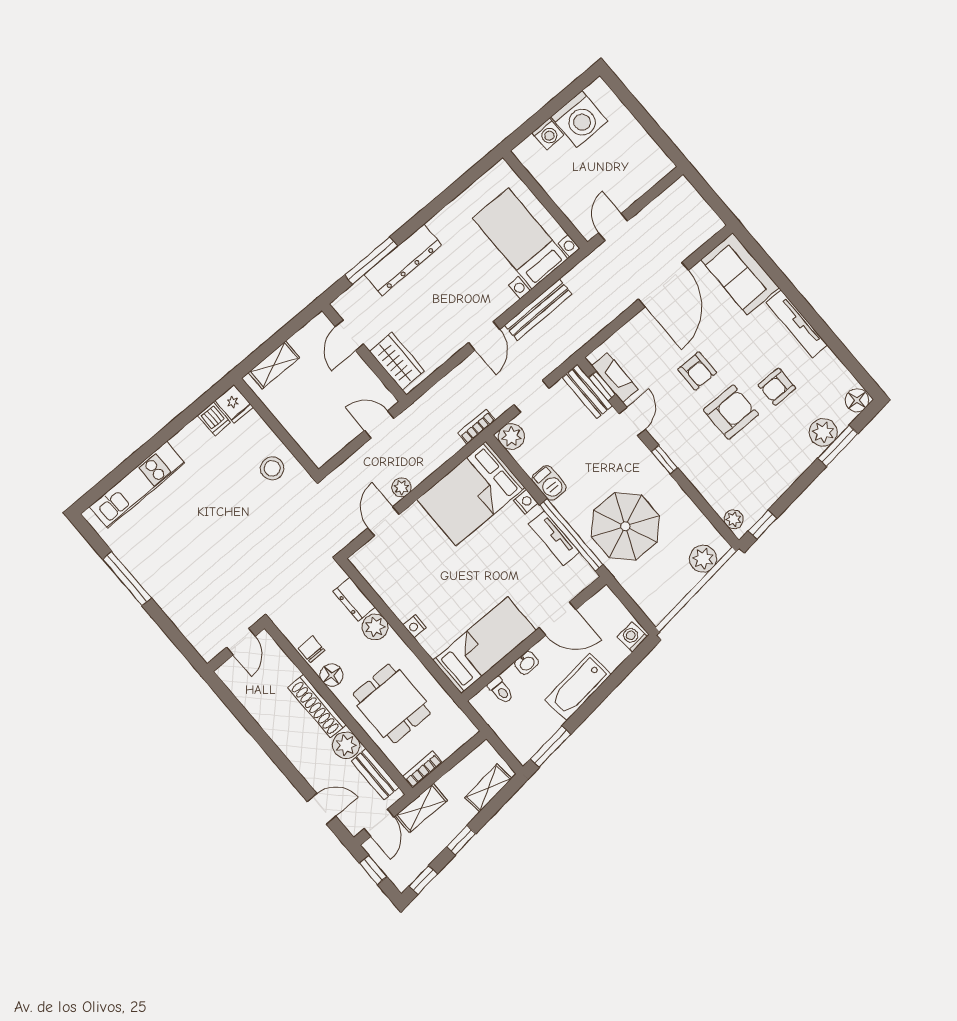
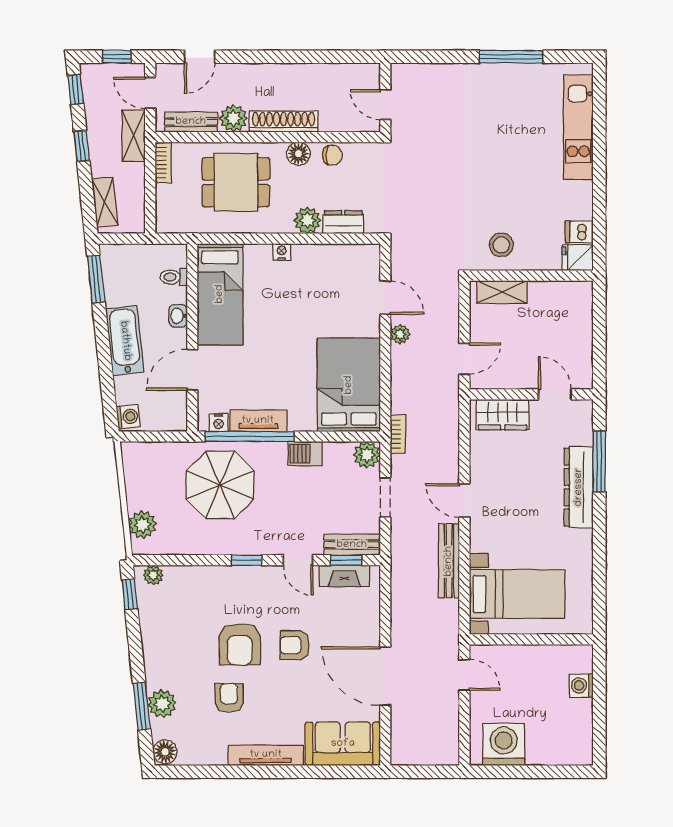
washing machine: (579, 119) -> (504, 745), moved, turned 90
shelving: (274, 365) -> (502, 292), moved, turned 90
nightstand: (526, 502) -> (219, 423), moved

